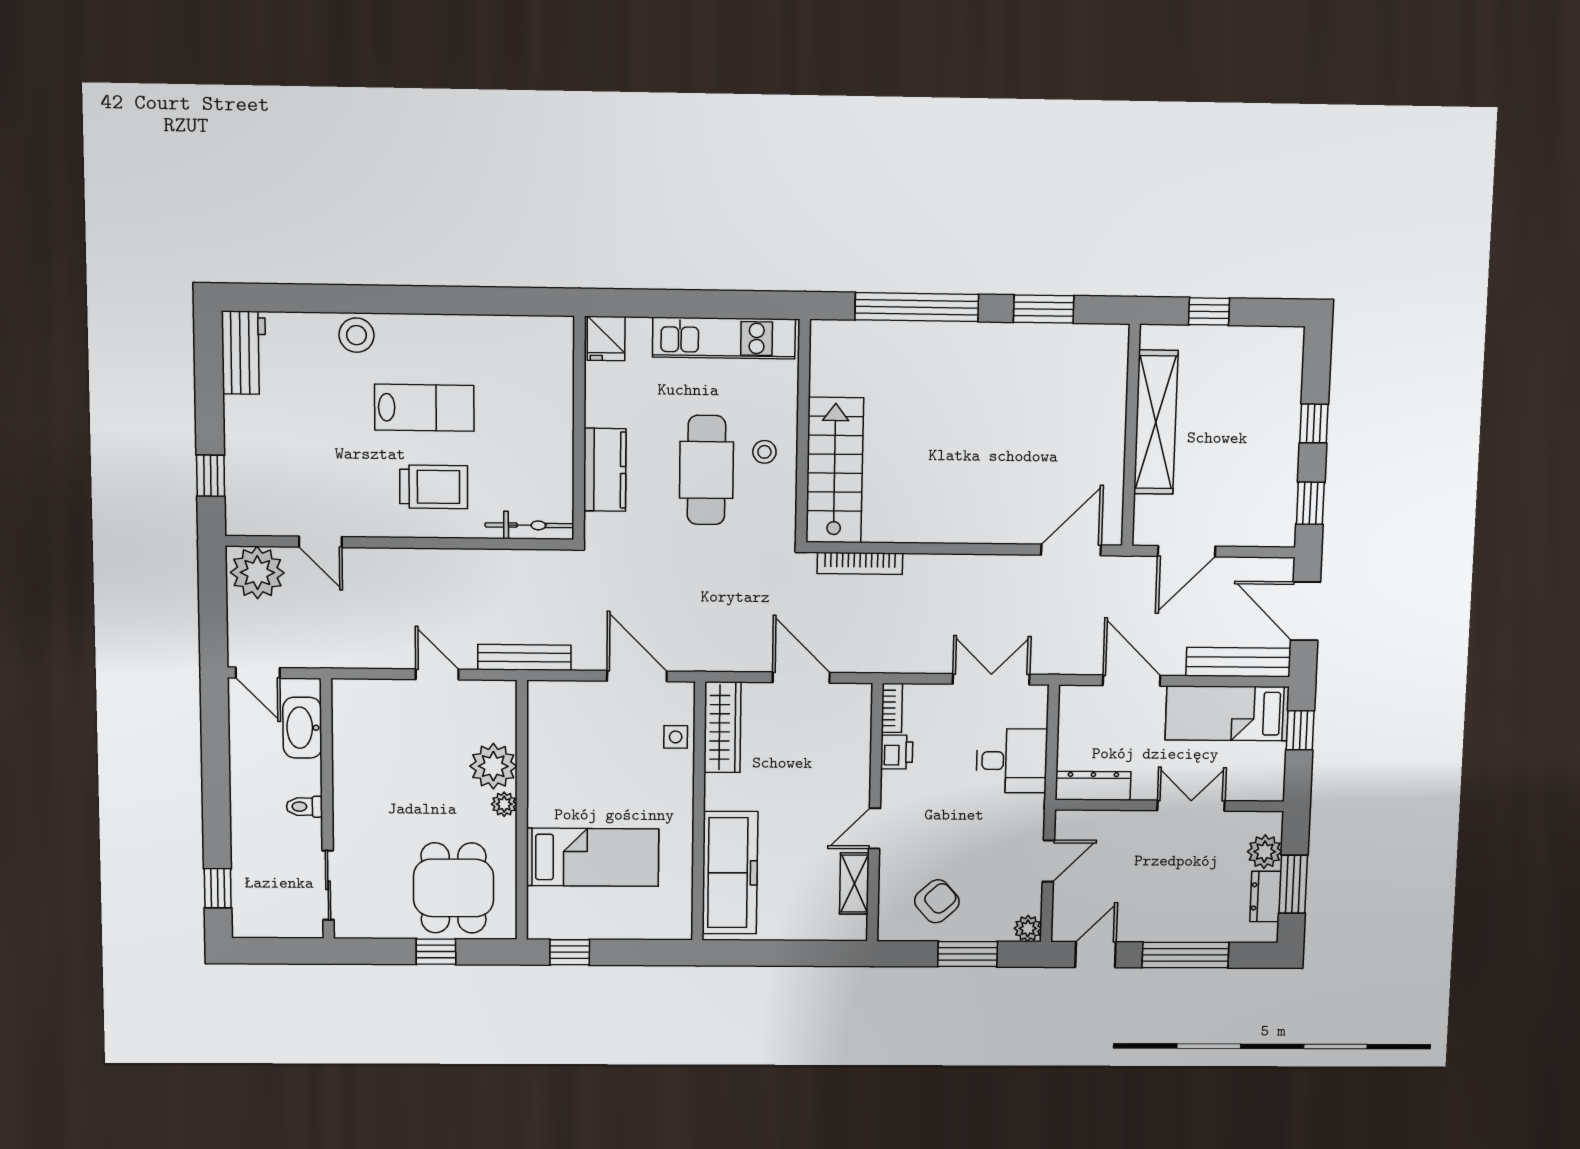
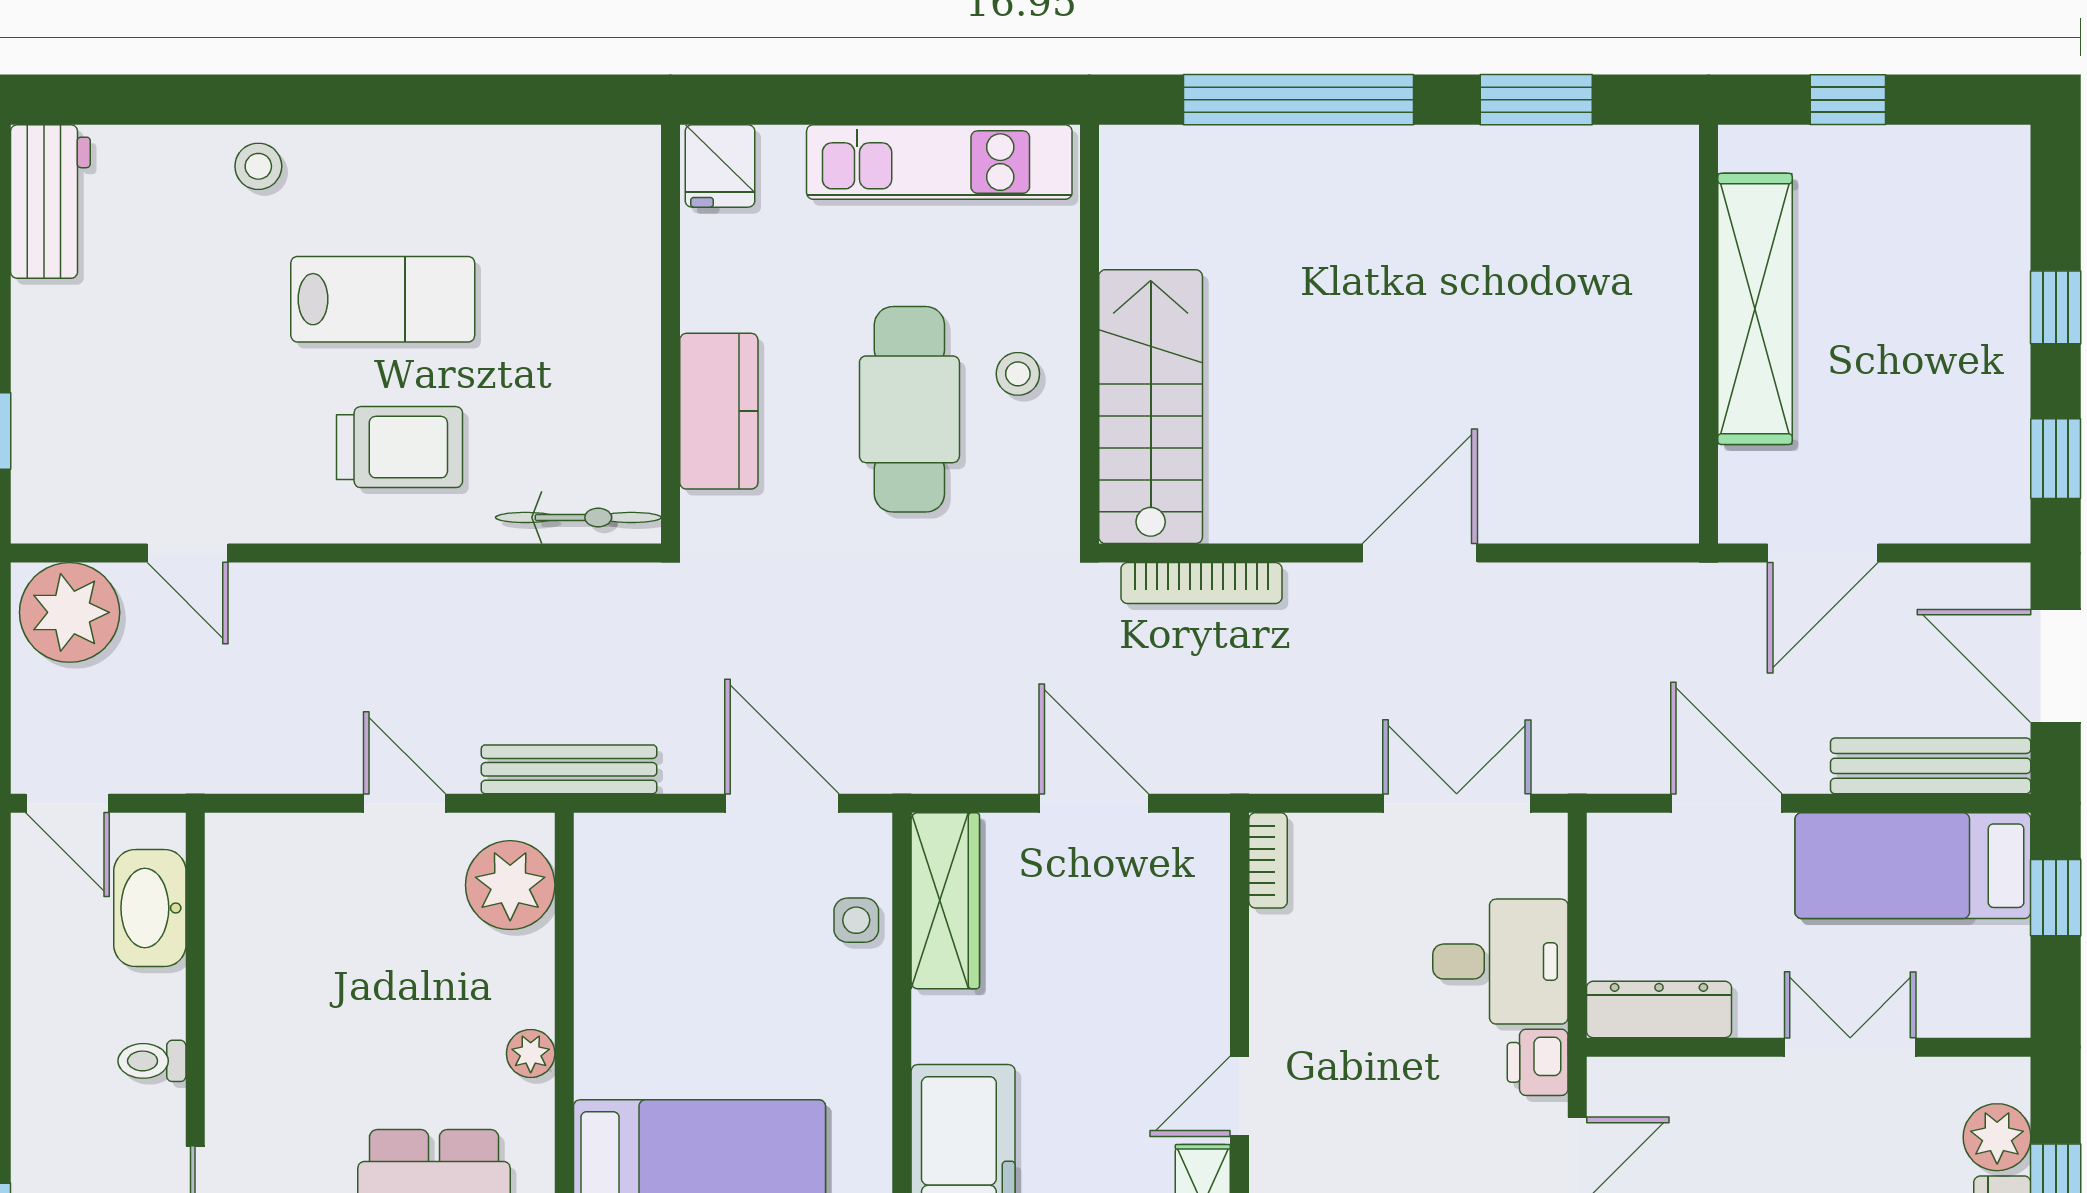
stool: (356, 335) -> (258, 166), width x0.73, depth x0.73
door: (1071, 550) -> (1420, 553), moved
printer: (897, 752) -> (1538, 1062), moved, turned 180
plant: (493, 766) -> (510, 885), moved

